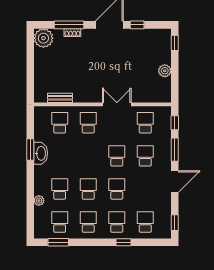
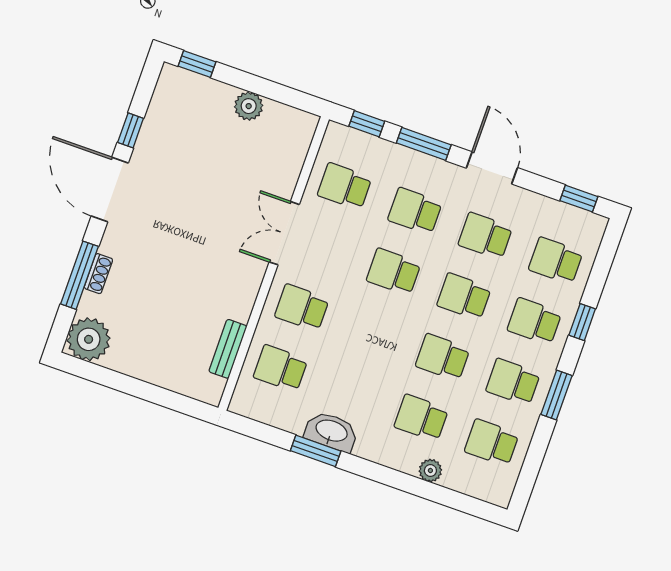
school desk: (145, 189) -> (485, 236), added
window: (58, 242) -> (556, 395), moved

